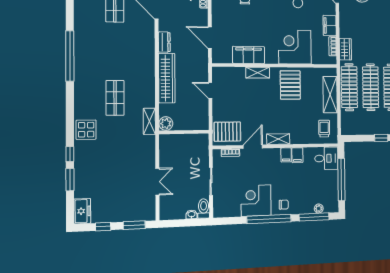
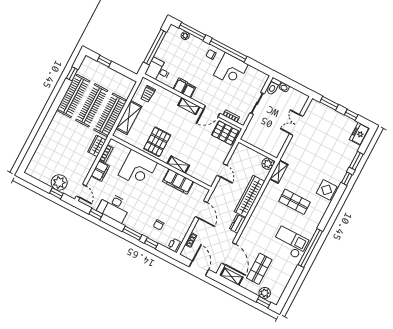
checkout: (96, 50) -> (290, 243), added
shop shelf: (115, 98) -> (294, 202), turned 90

